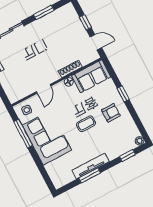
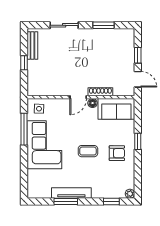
door: (44, 89) -> (78, 97), moved

